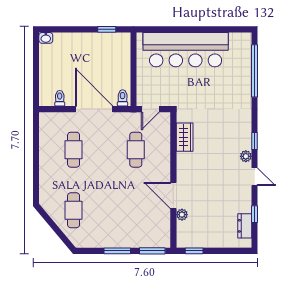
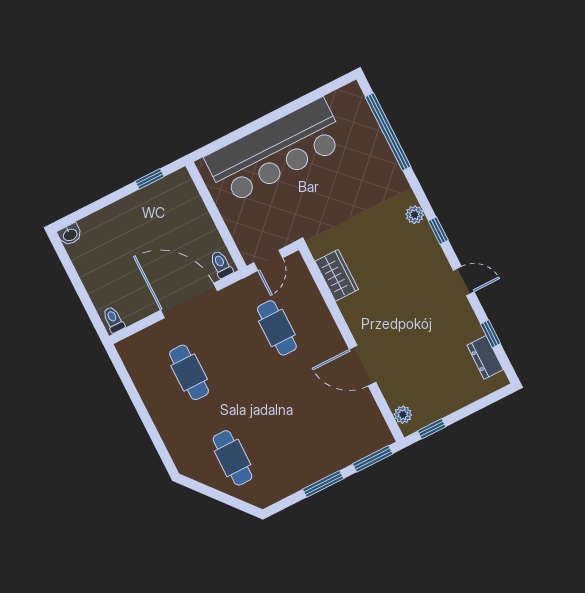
toilet: (60, 98) -> (113, 319), moved
plant: (246, 156) -> (415, 215), moved
plant: (182, 215) -> (403, 415), moved

